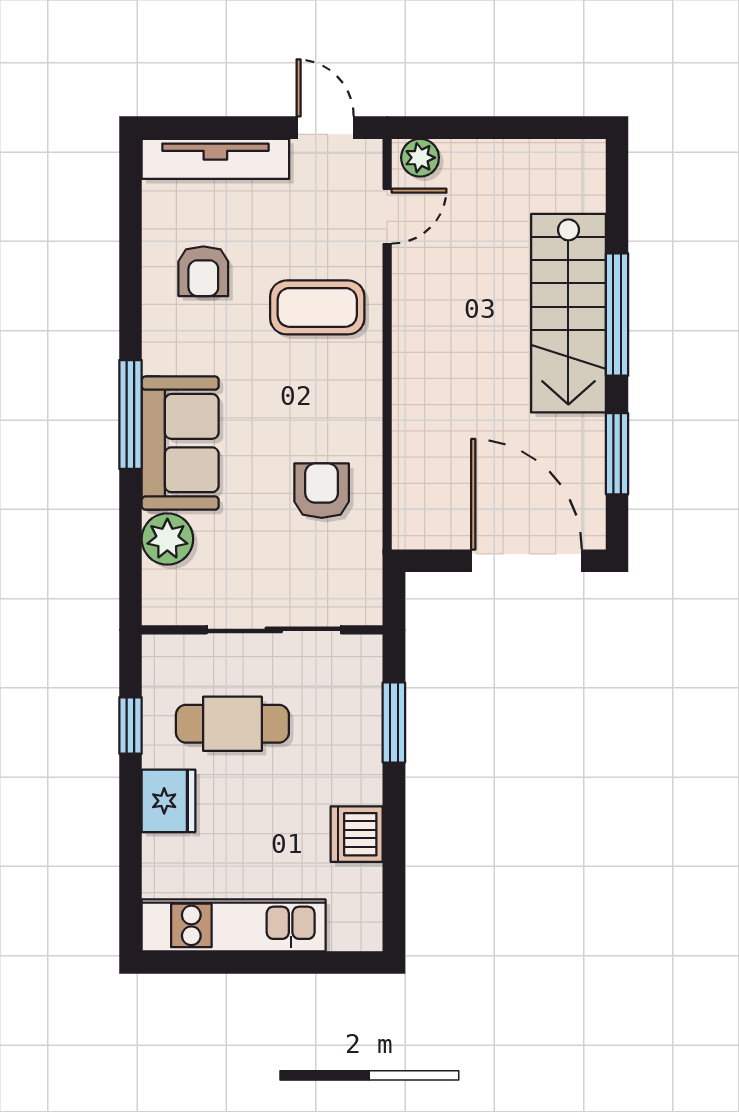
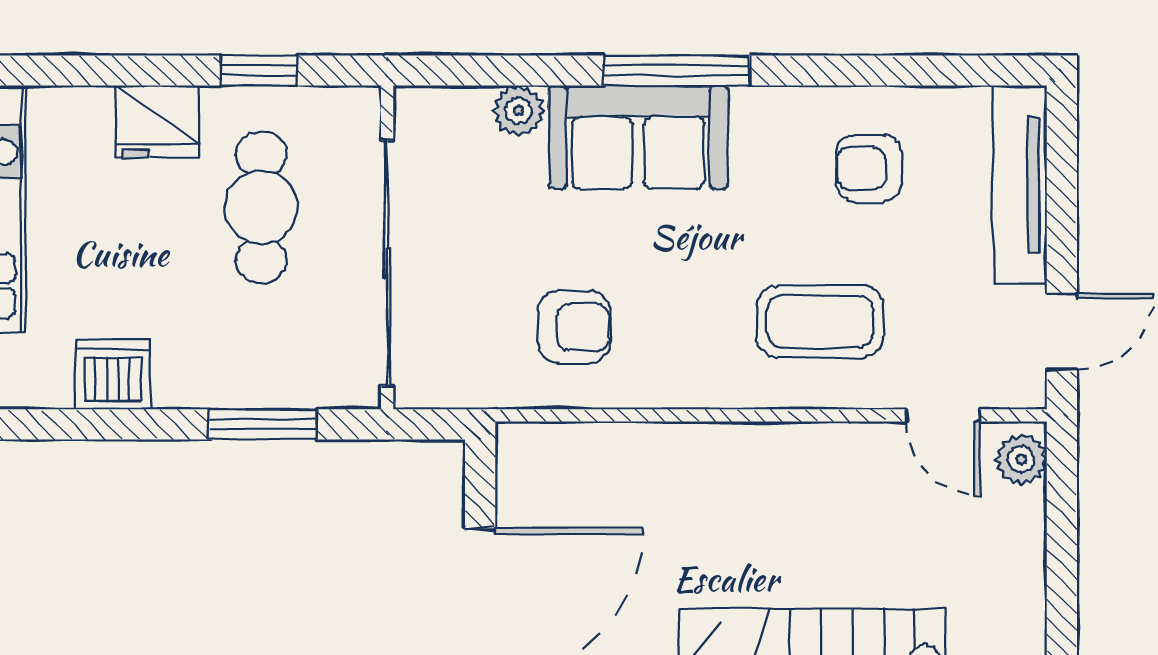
coffee table: (317, 307) -> (820, 321), turned 90
plant: (167, 539) -> (519, 111), width x0.73, depth x0.73
sliding door: (274, 630) -> (387, 263), width x1.36

